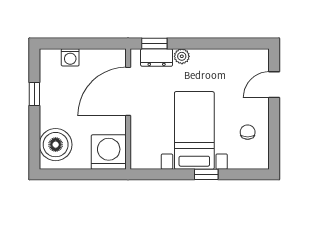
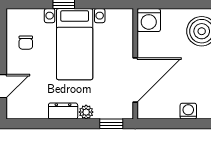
dresser: (157, 57) -> (63, 111), moved
washing machine: (109, 152) -> (149, 20), width x0.73, depth x0.73

